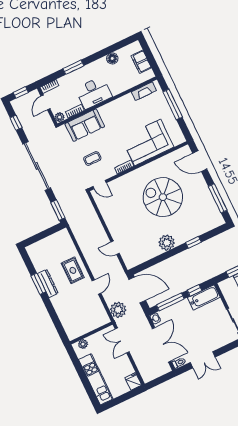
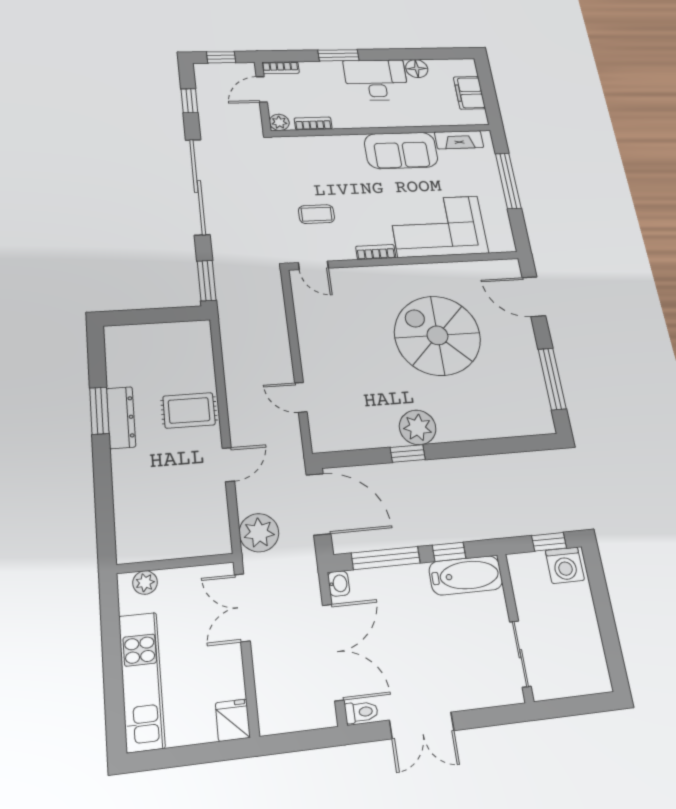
desk: (94, 93) -> (376, 80), moved, turned 180
sofa: (85, 125) -> (401, 150), moved
window: (193, 242) -> (408, 453), moved
rug: (73, 270) -> (189, 410), turned 90

